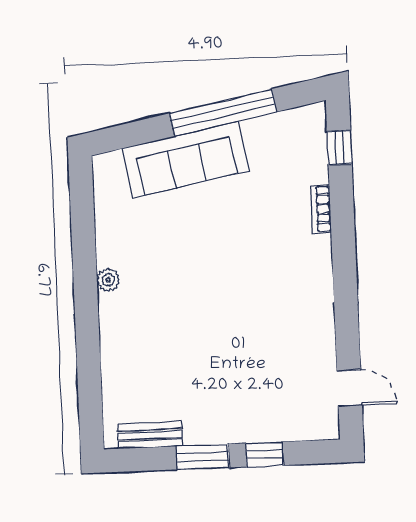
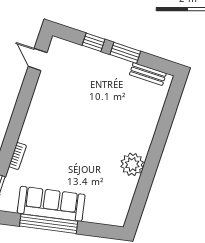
sofa: (185, 159) -> (51, 204), moved
plant: (108, 280) -> (132, 164), width x1.87, depth x1.87

